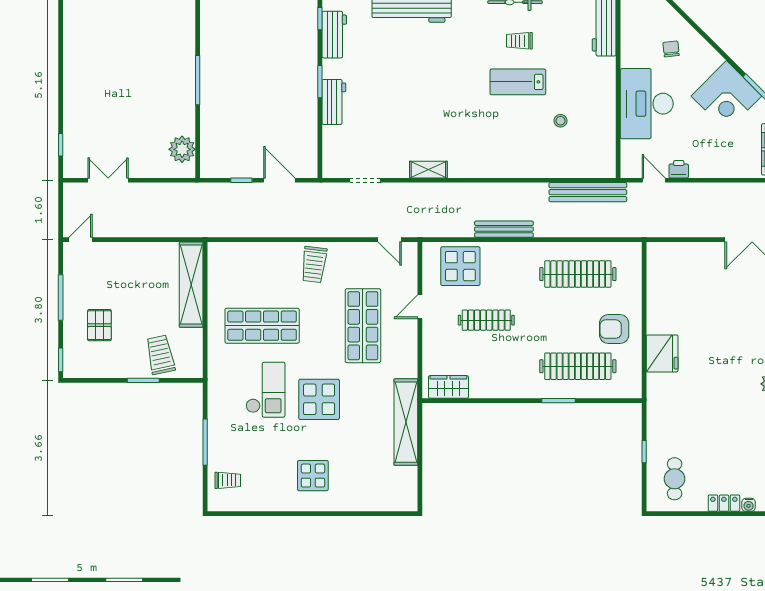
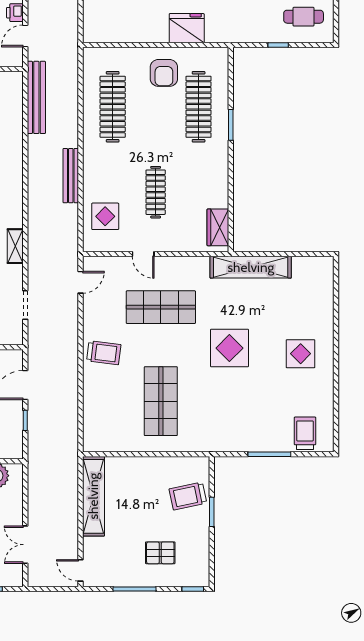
display table: (460, 266) -> (105, 216), width x0.73, depth x0.73
shelving: (191, 285) -> (93, 496), moved, turned 90
checkout: (265, 390) -> (220, 398), removed
trolley: (228, 480) -> (305, 433), width x1.36, depth x1.39

